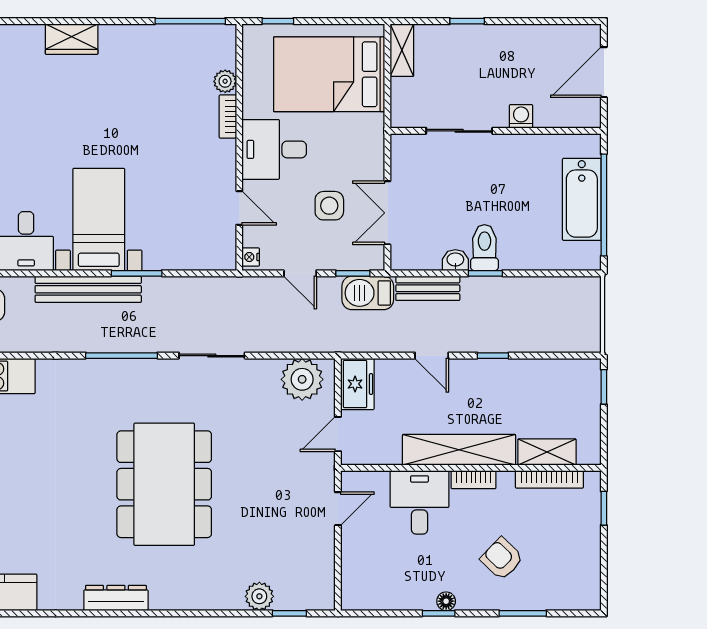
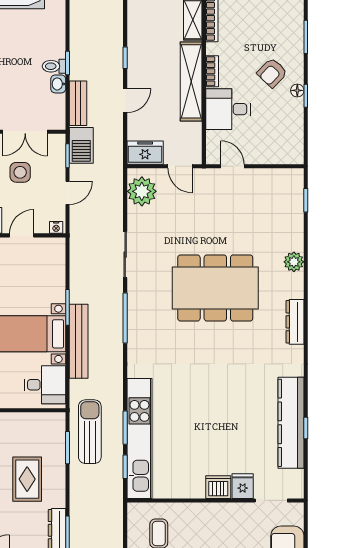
toilet: (484, 248) -> (54, 66), width x0.73, depth x0.72
armchair: (502, 559) -> (272, 73), moved
plant: (259, 596) -> (294, 262), moved

